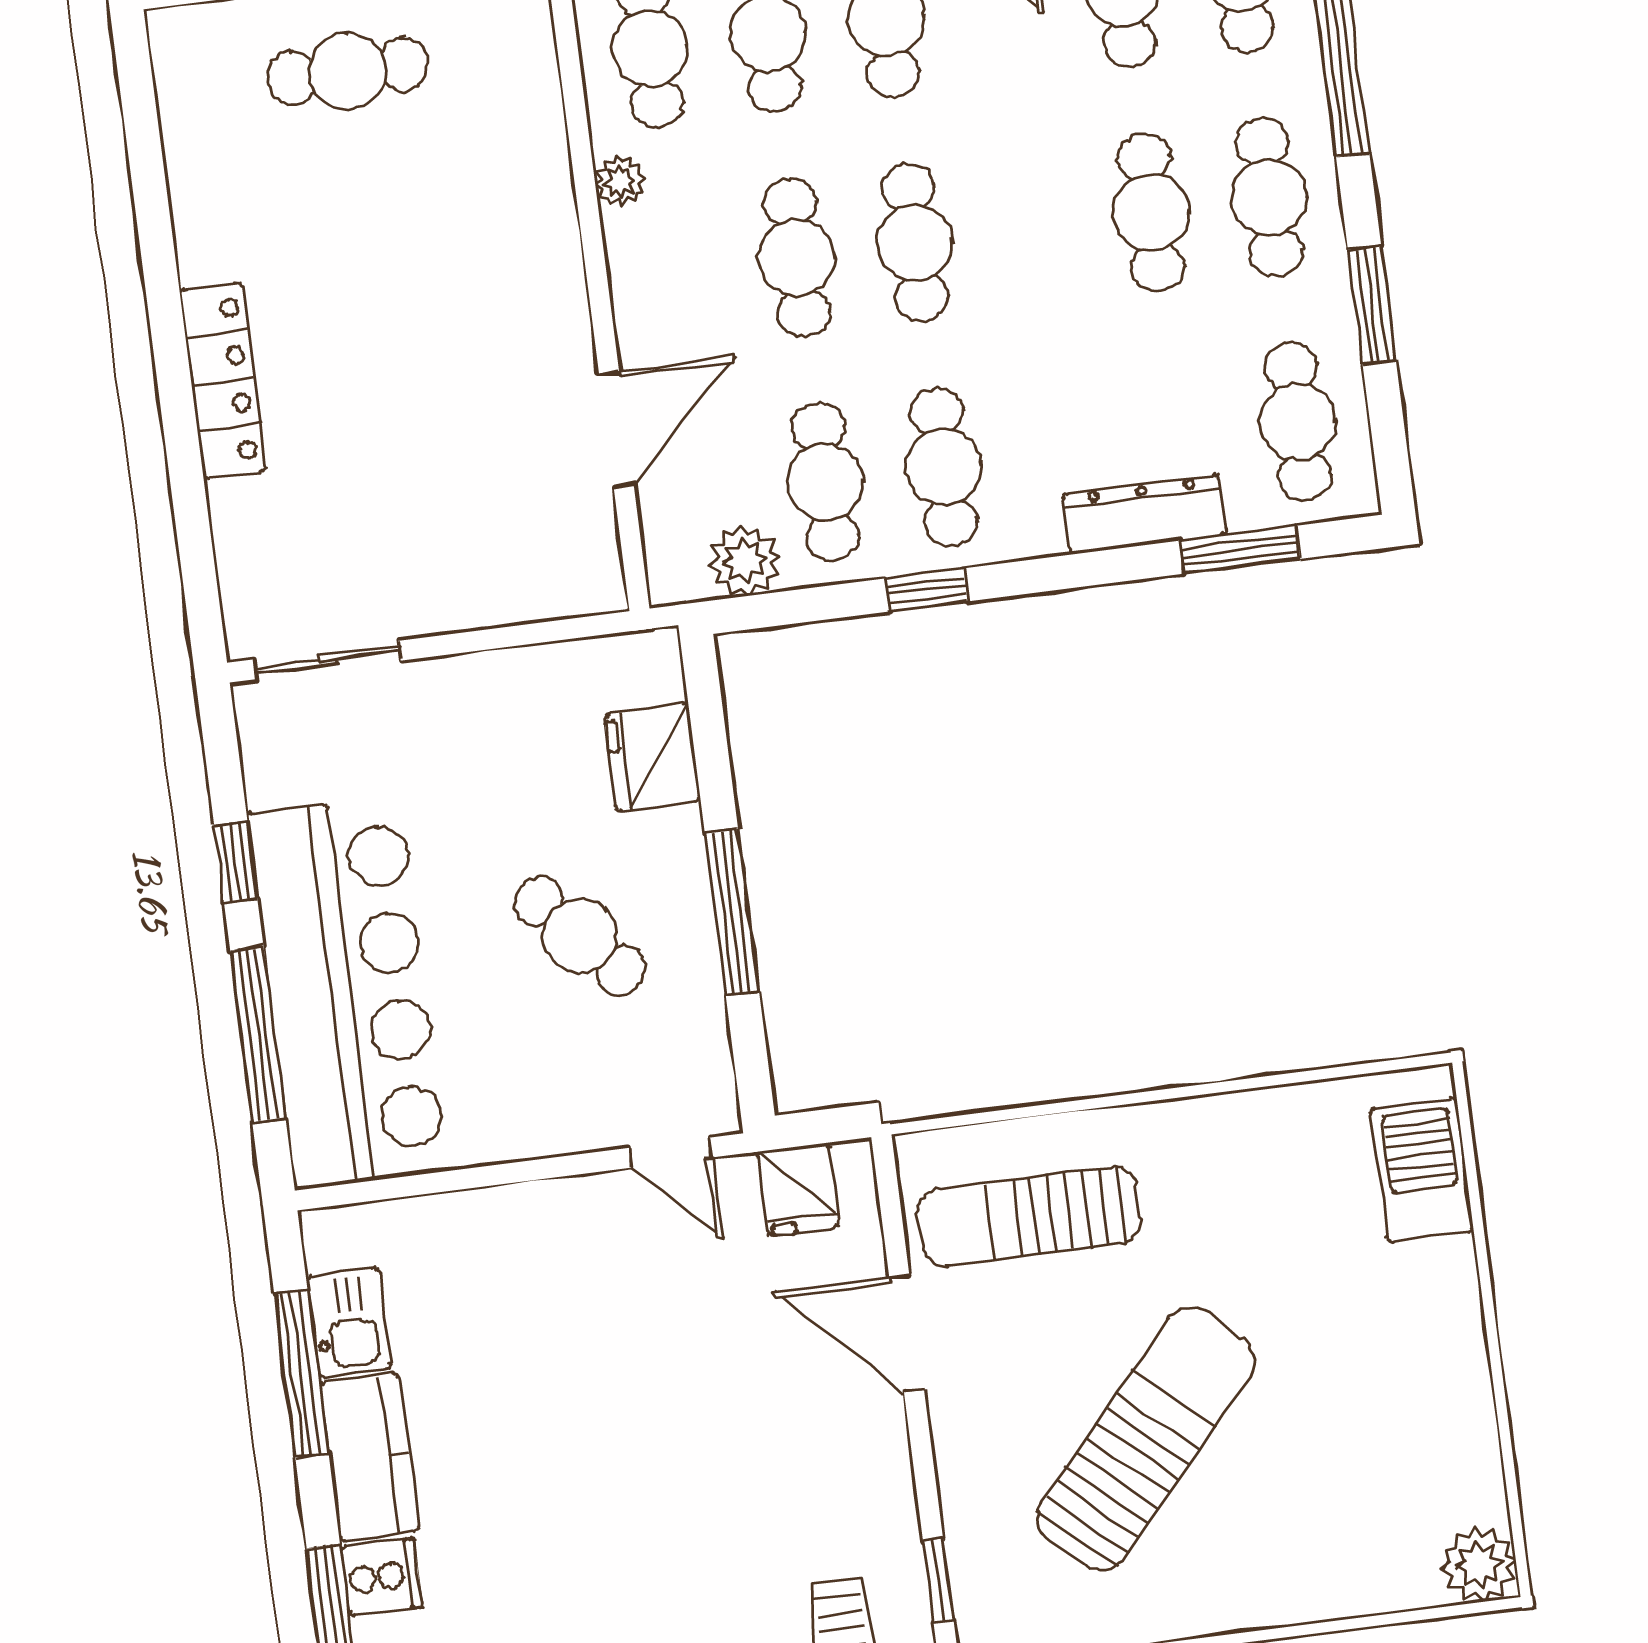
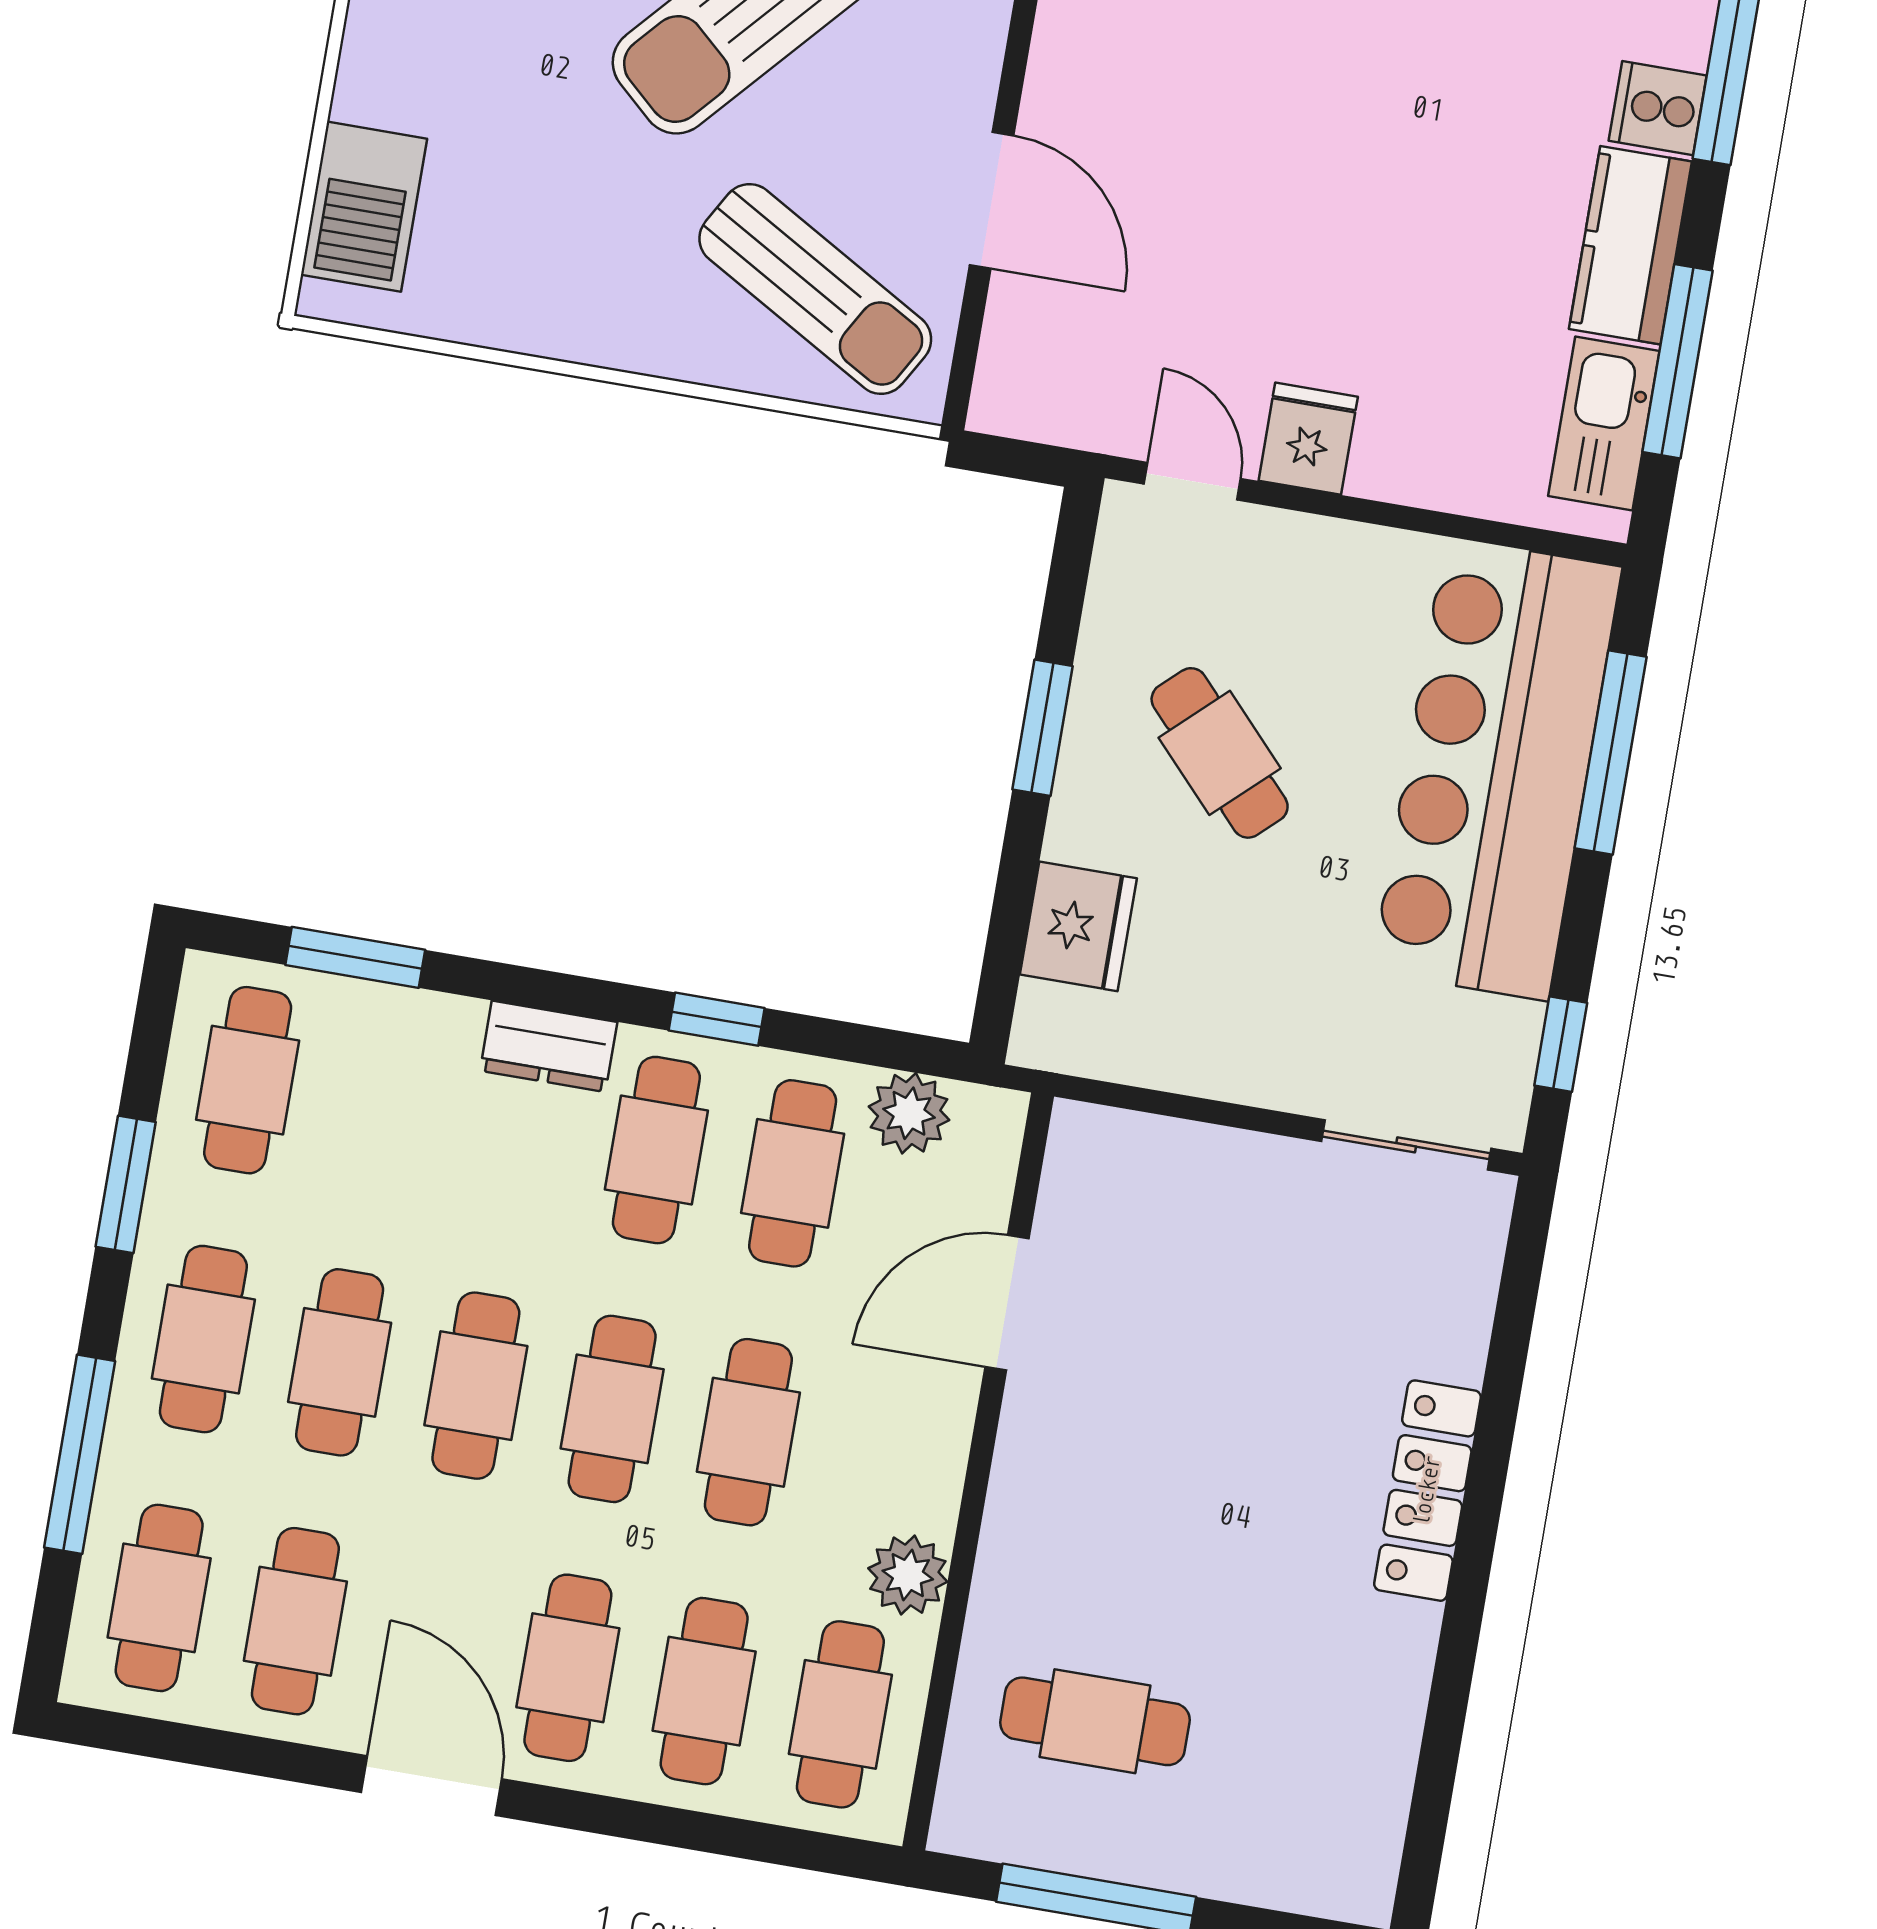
cafe table: (347, 71) -> (1095, 1721), moved
plant: (620, 181) -> (908, 1575), width x1.38, depth x1.38
cafe table: (1033, 227) -> (476, 1386), added
dresser: (1145, 514) -> (549, 1046), moved, width x0.70
window: (236, 862) -> (1561, 1044), moved
window: (732, 912) -> (1043, 728), width x0.69
fridge: (798, 1190) -> (1308, 439), moved
sun lounger: (1029, 1216) -> (815, 289), turned 30
kitchen sink: (349, 1323) -> (1604, 424), width x1.38

